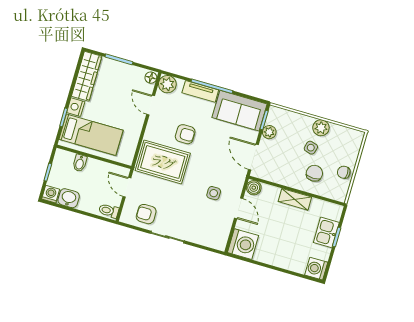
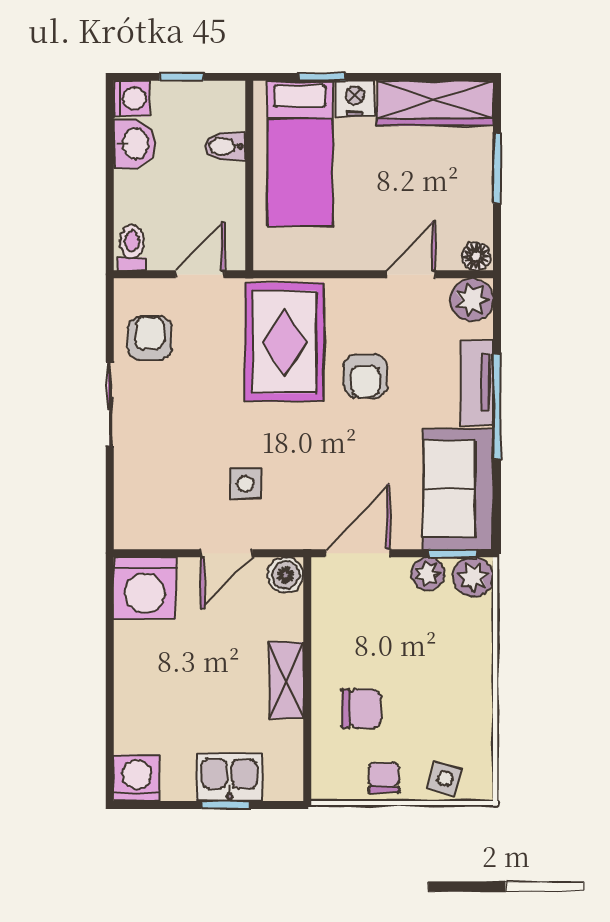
plant: (321, 128) -> (473, 577), moved
side table: (311, 148) -> (445, 779), moved

